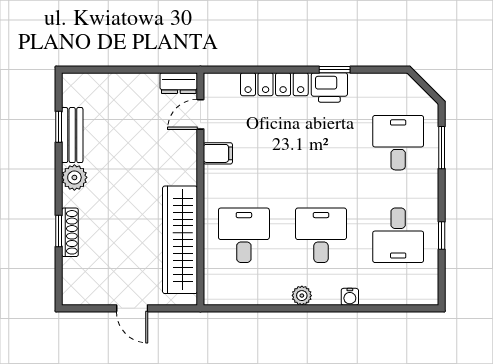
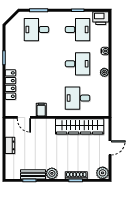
dresser: (179, 83) -> (10, 145), moved
printer: (329, 87) -> (101, 18), moved, turned 90
desk: (321, 235) -> (78, 64), turned 180
plant: (76, 291) -> (103, 173), added

